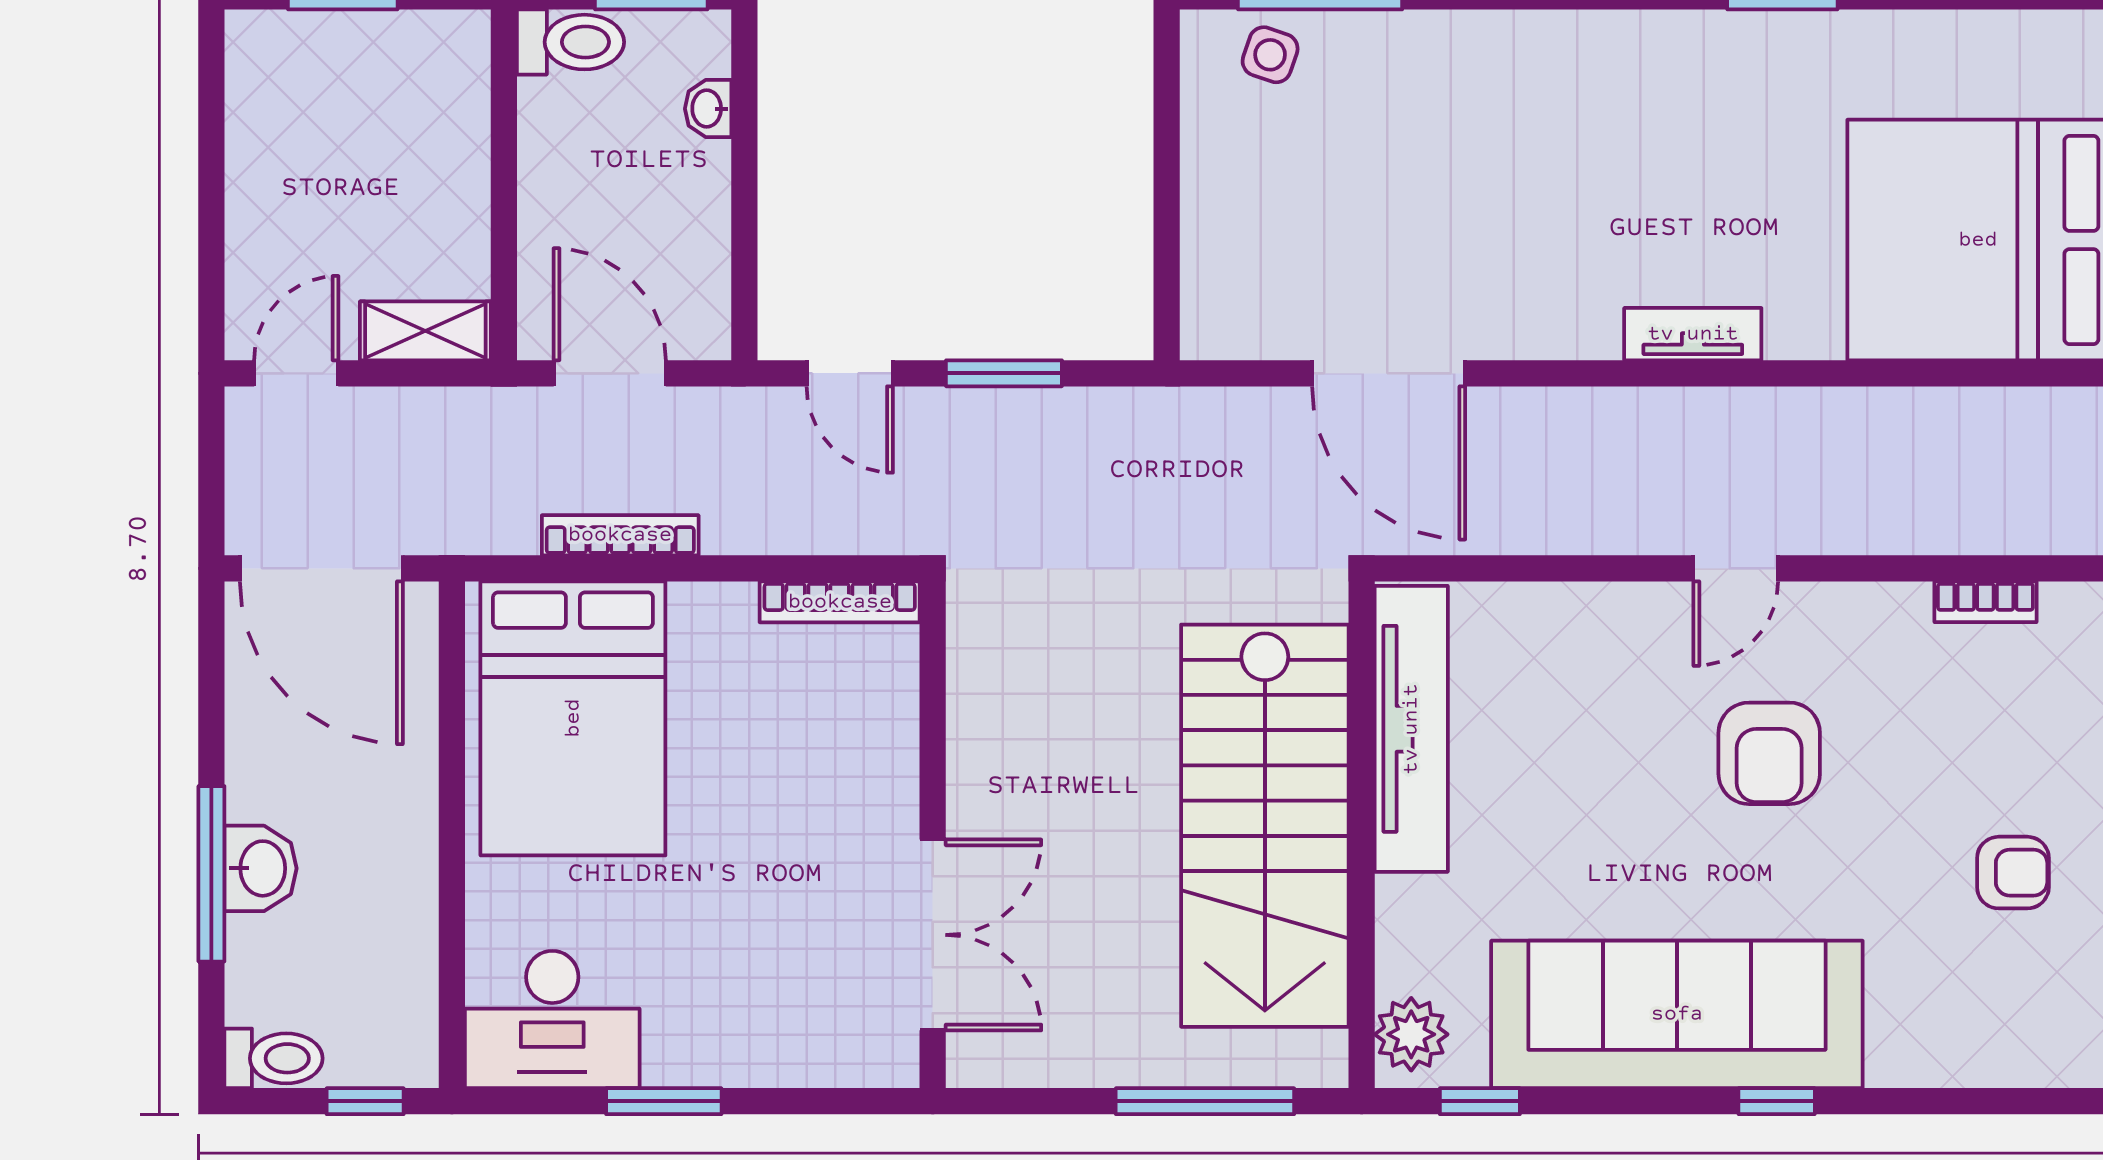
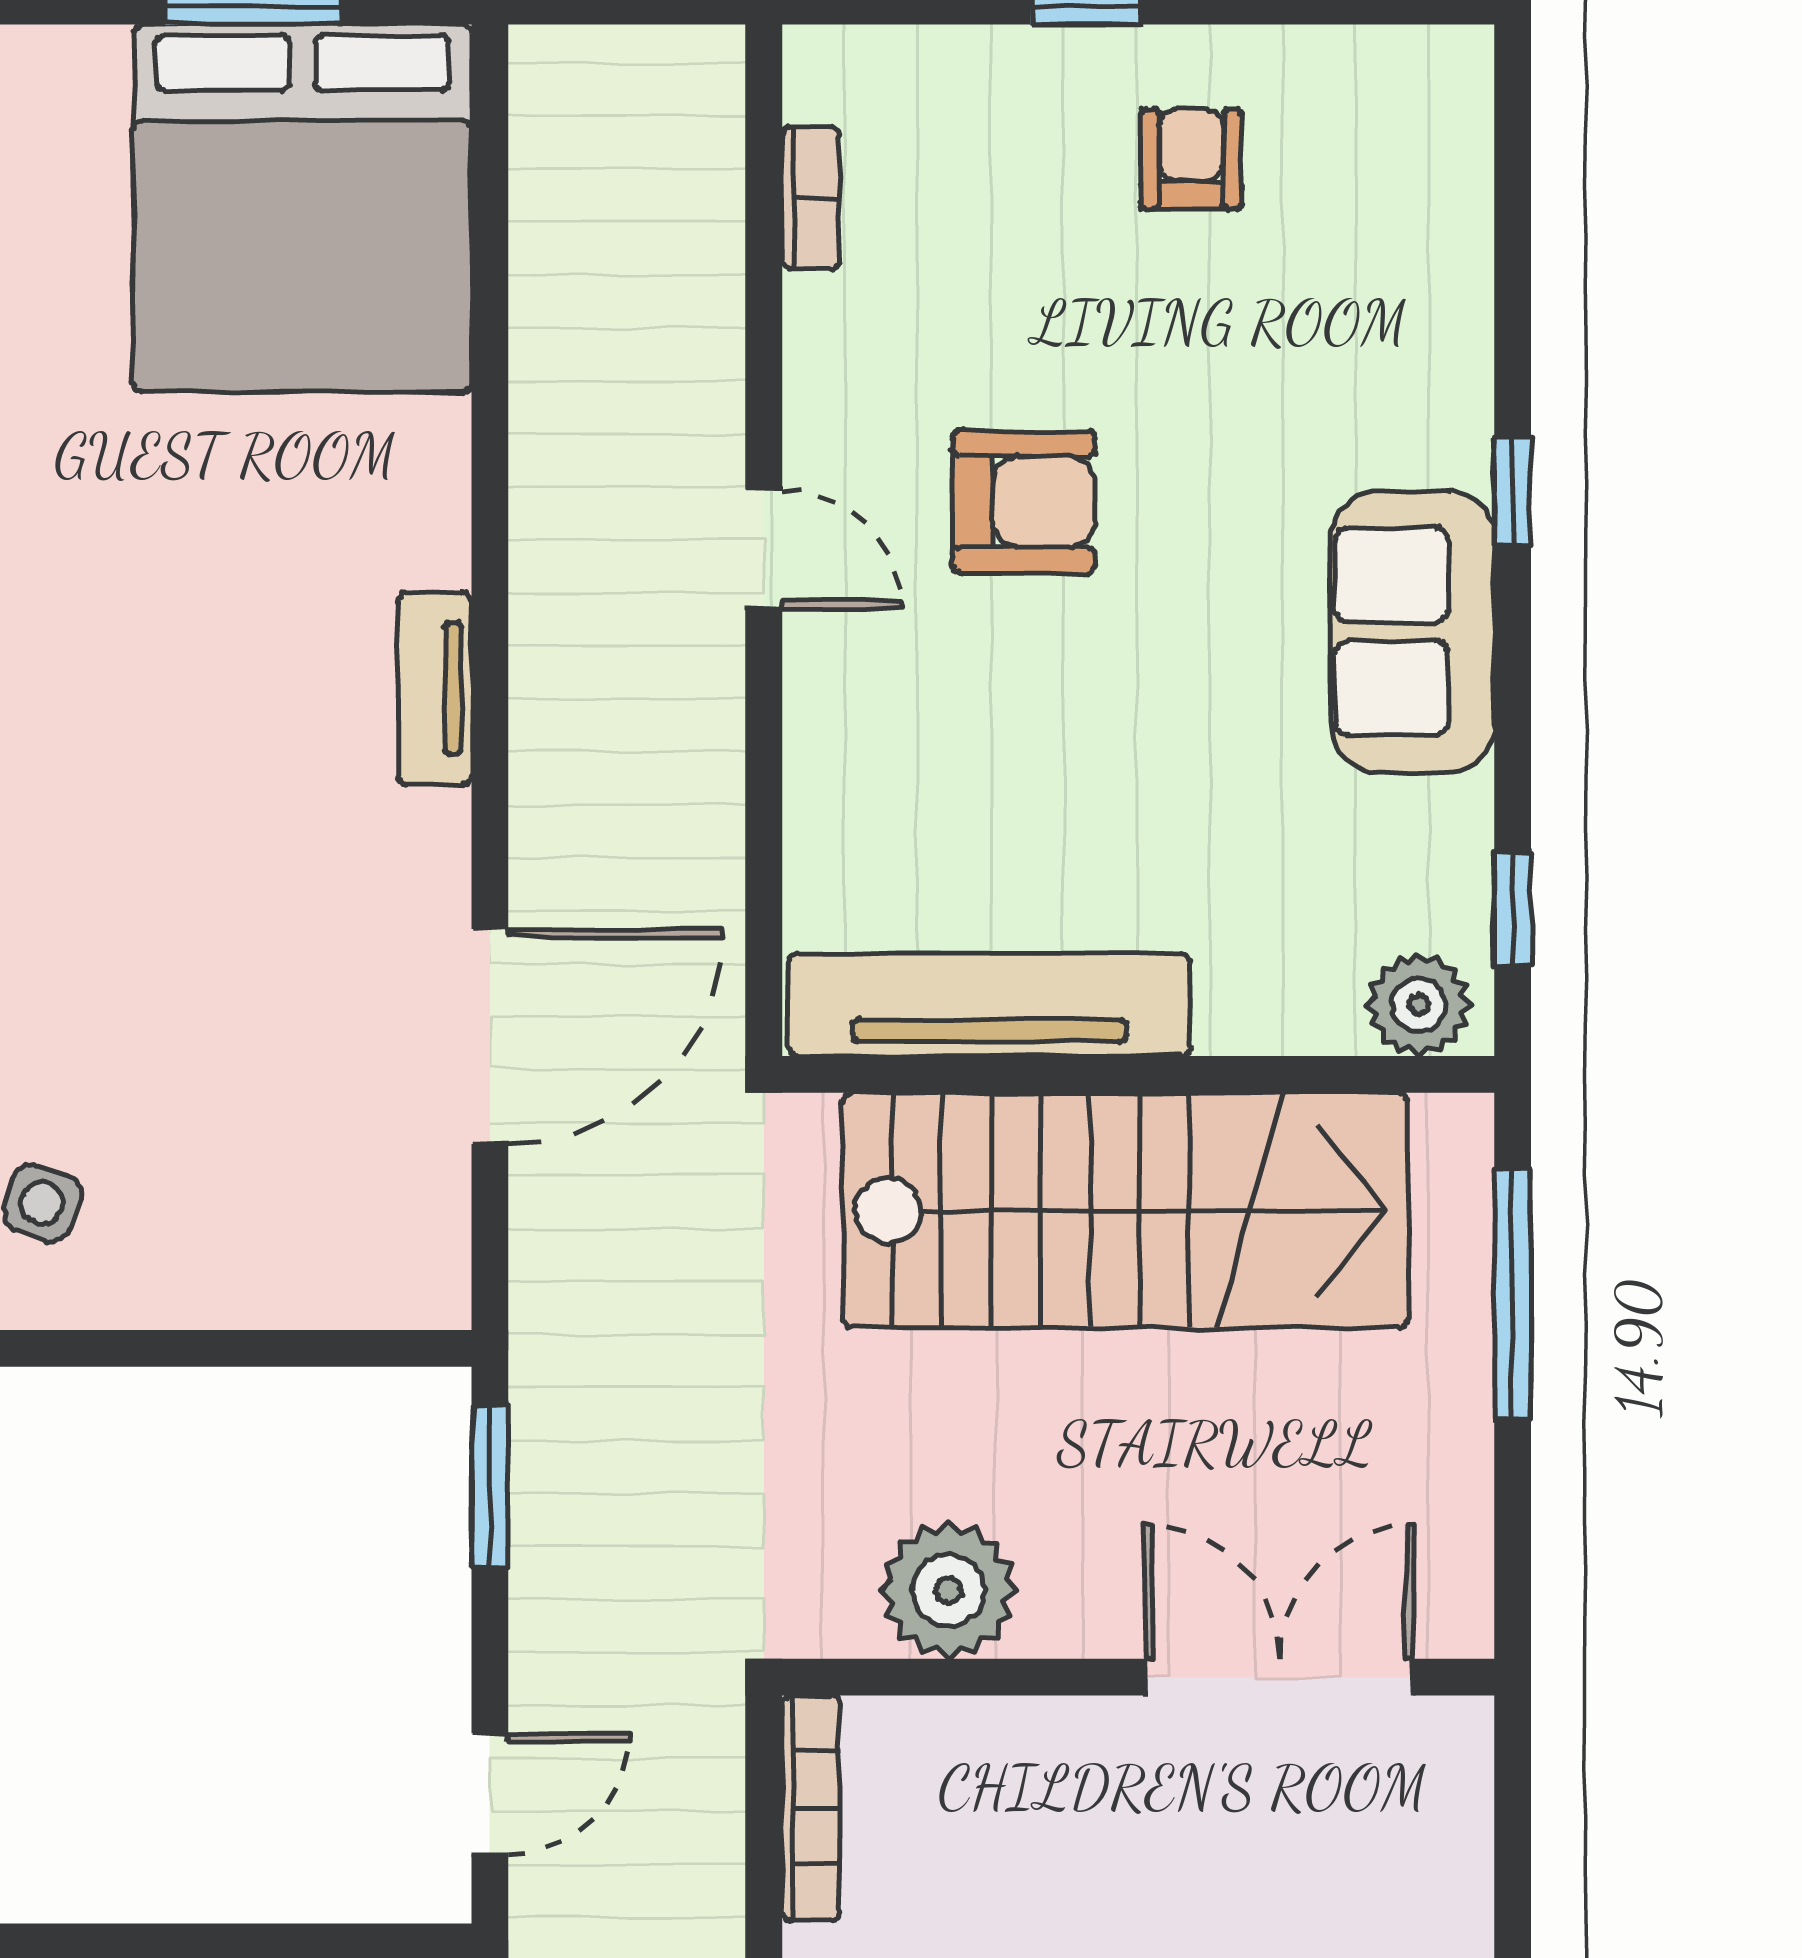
tv unit: (1693, 334) -> (435, 688), moved
window: (1004, 373) -> (490, 1486), moved
plant: (994, 700) -> (949, 1590), added
sofa: (1677, 1014) -> (1413, 631), width x0.54, depth x0.79

